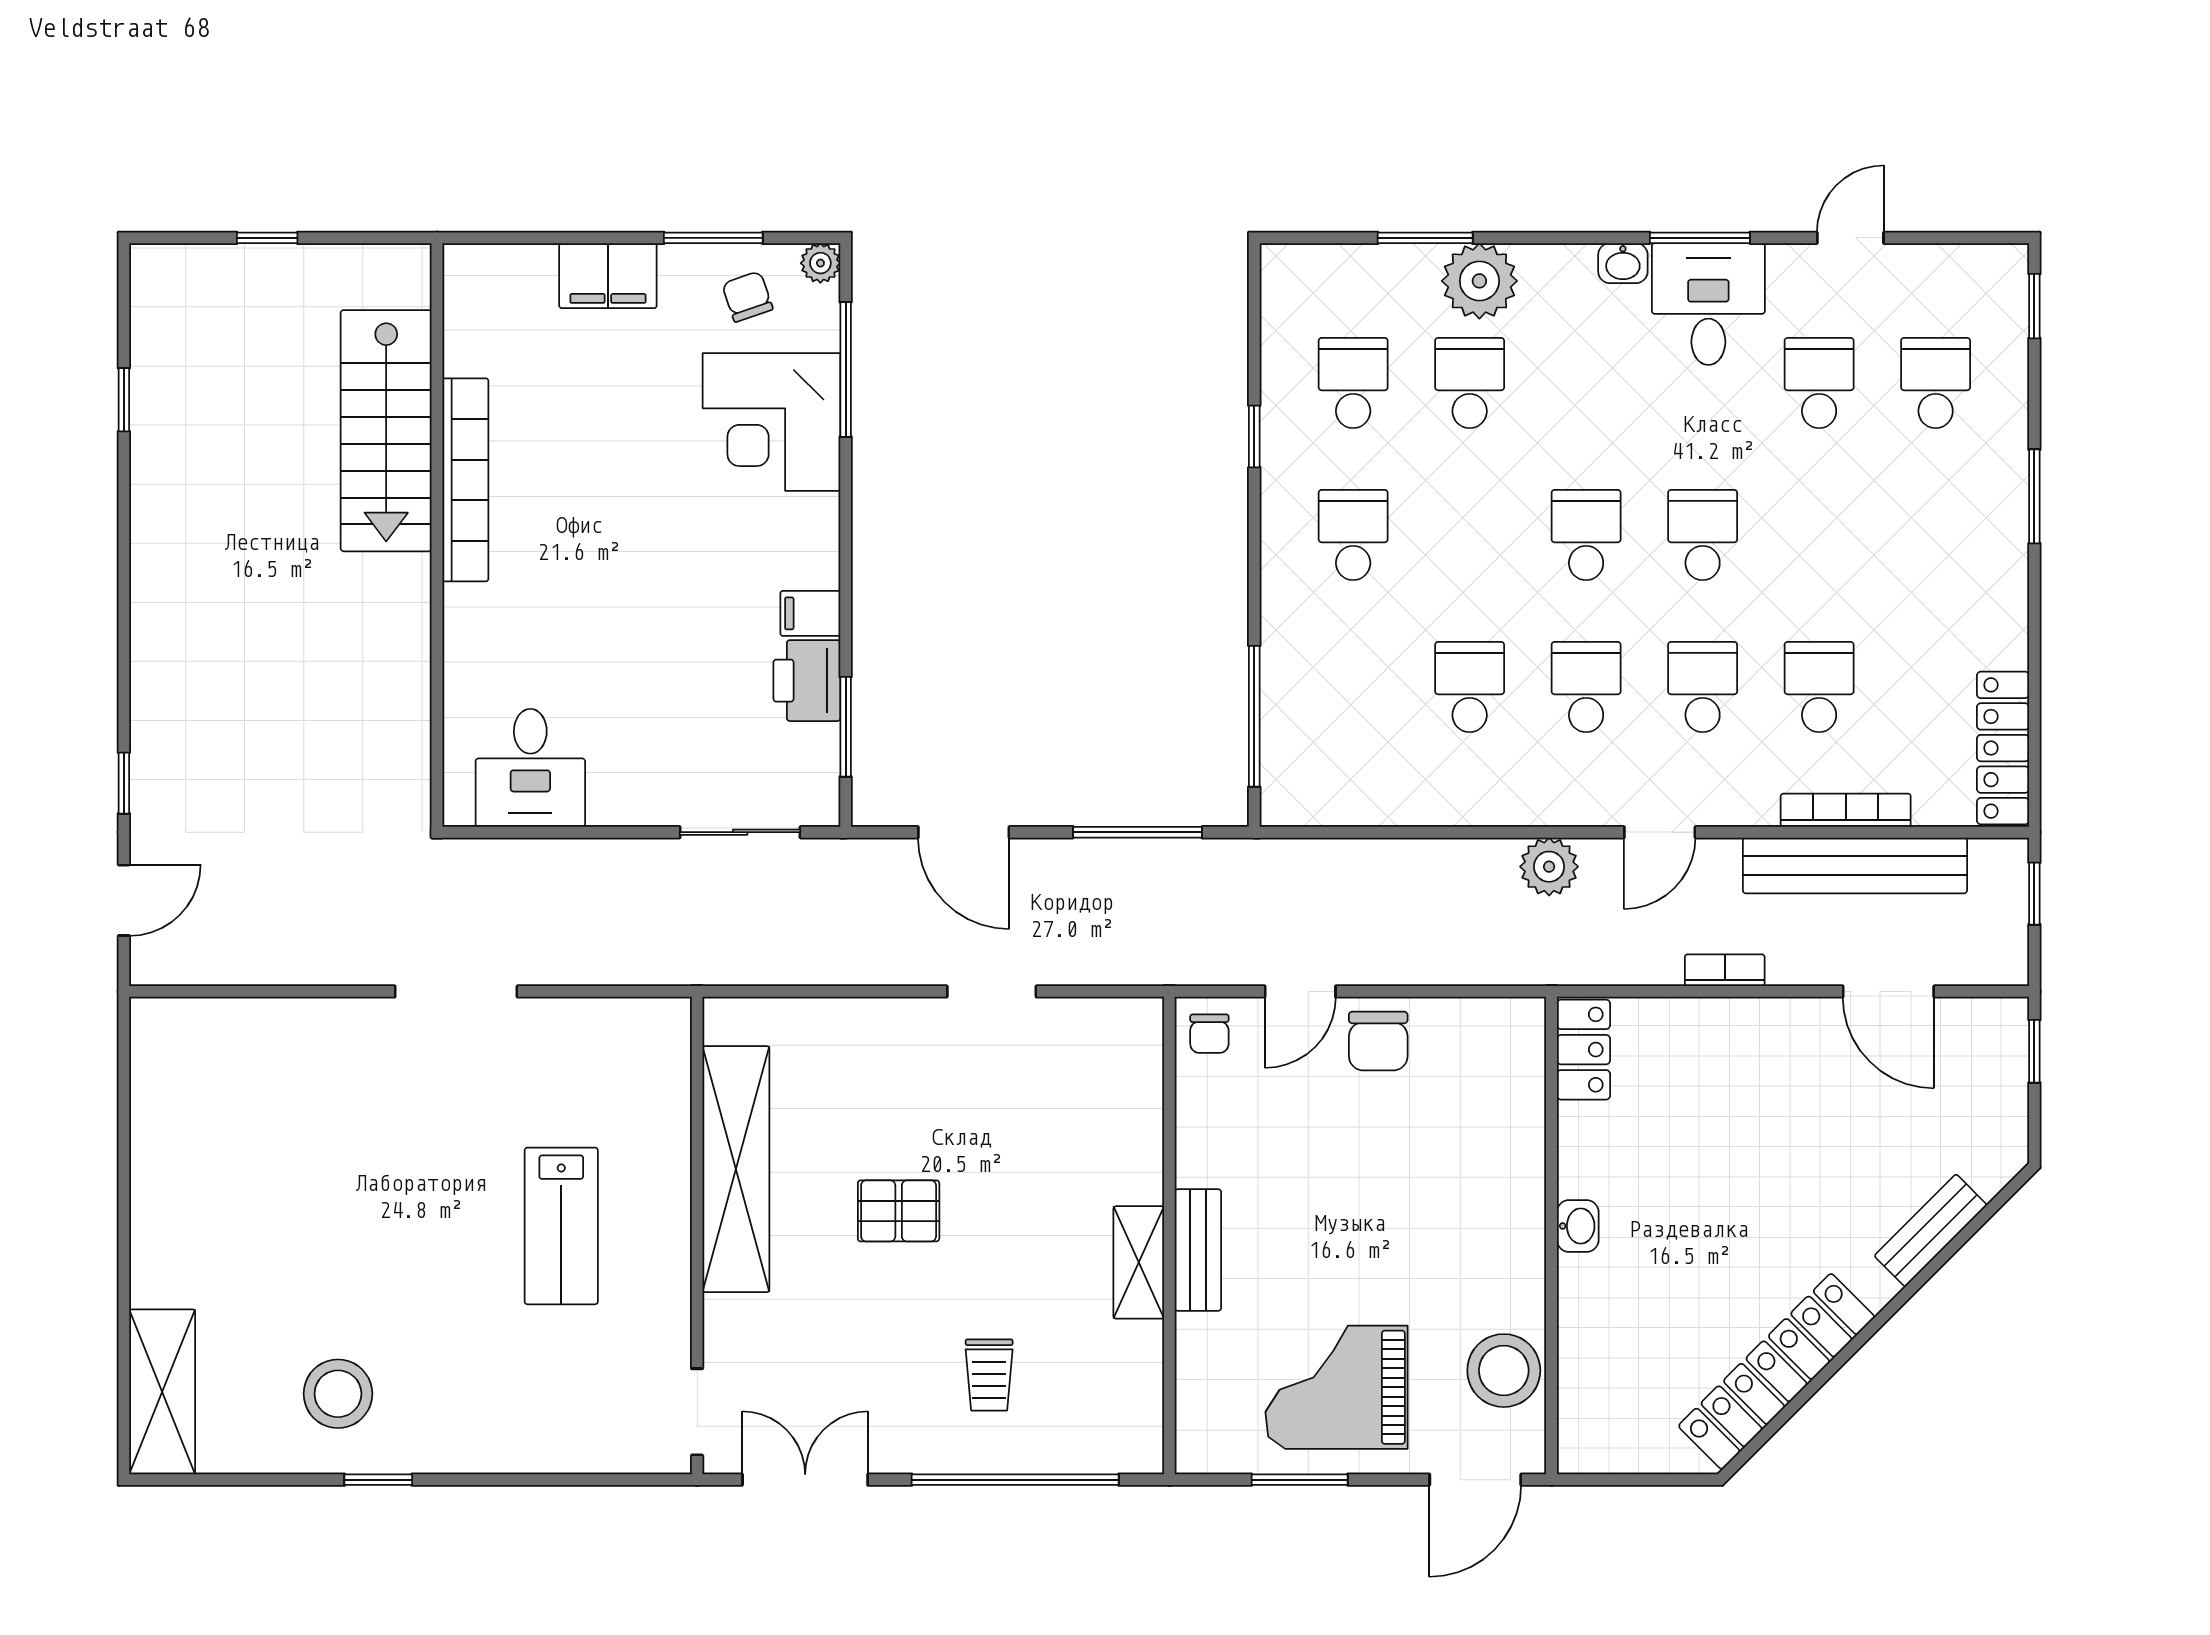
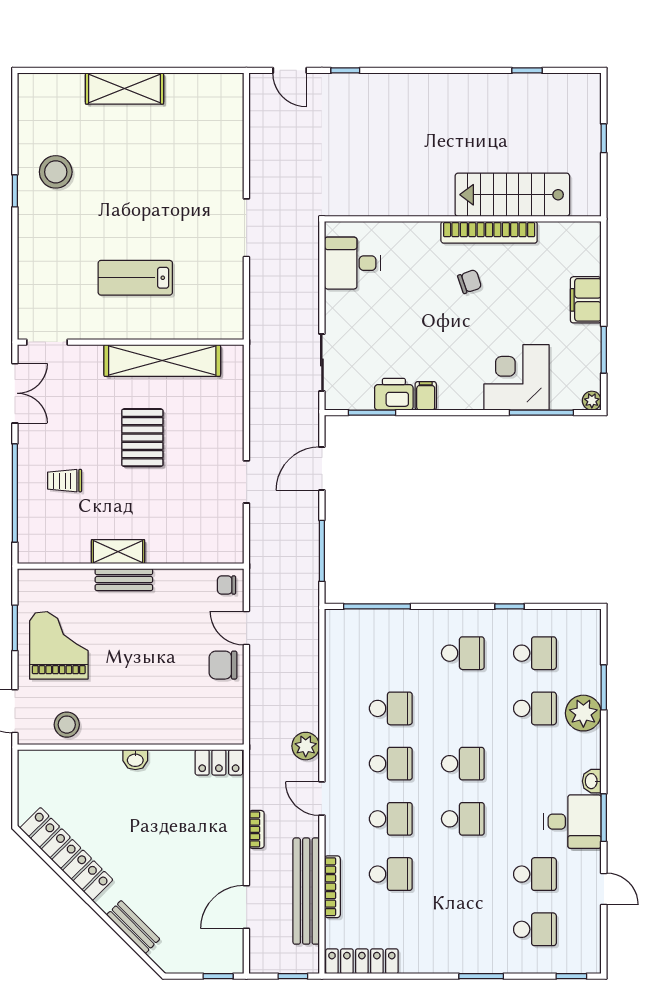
chair: (747, 297) -> (470, 282), moved
pallet: (899, 1211) -> (142, 438), width x1.50, depth x1.42
stool: (1504, 1371) -> (67, 725), width x0.73, depth x0.73
shelving: (162, 1392) -> (124, 89), moved

